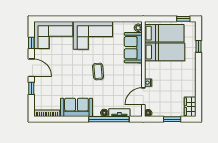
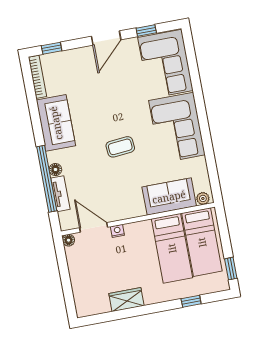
window: (31, 88) -> (52, 48), moved
wardrobe: (190, 107) -> (126, 300), moved
window: (172, 119) -> (66, 281), removed

